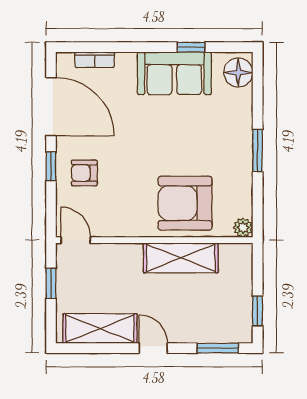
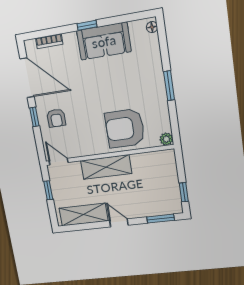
window: (191, 47) -> (87, 25), moved
floor lamp: (238, 73) -> (152, 27), width x0.53, depth x0.53
armchair: (84, 173) -> (56, 118), turned -90
shelving: (181, 258) -> (106, 167), moved

